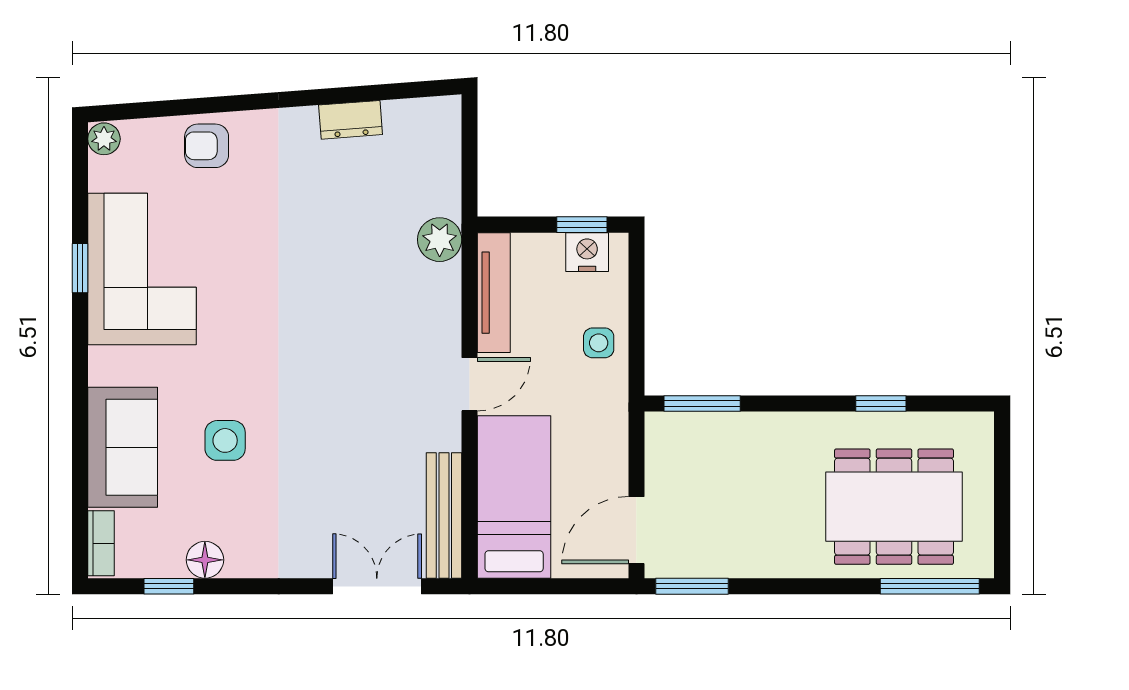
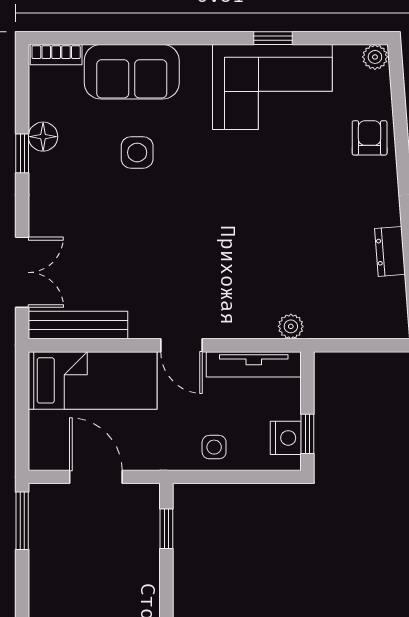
plant: (440, 240) -> (291, 326), width x0.73, depth x0.73
window: (702, 403) -> (166, 529), width x0.67
door: (636, 530) -> (96, 477), moved
window: (169, 586) -> (22, 153), moved

